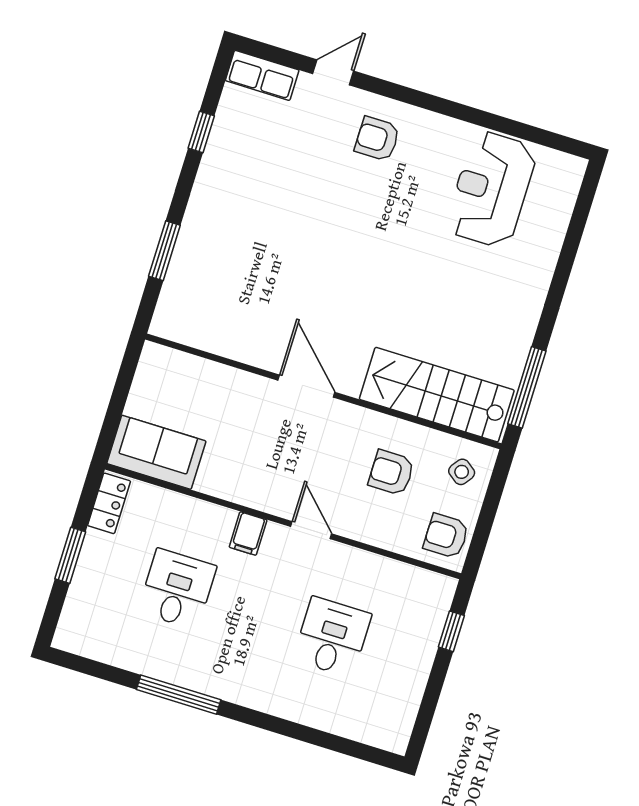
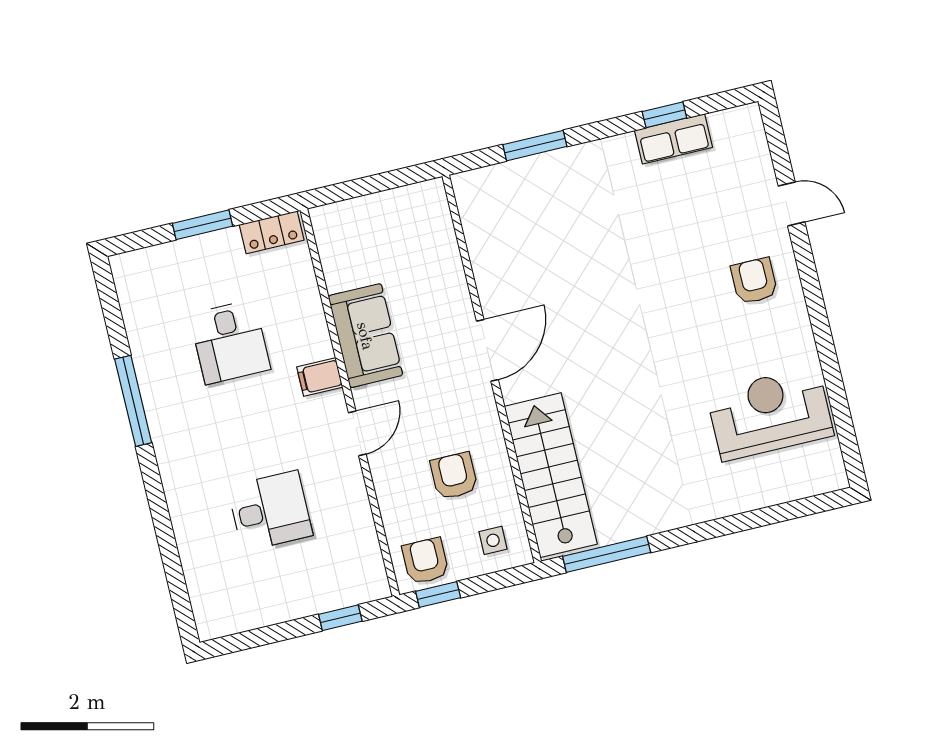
row of seats: (262, 75) -> (673, 139), moved, turned -90
sofa: (156, 452) -> (365, 336), moved
side table: (462, 472) -> (493, 540), turned -36
window: (479, 542) -> (438, 594), added
desk: (177, 589) -> (230, 342), turned 90

